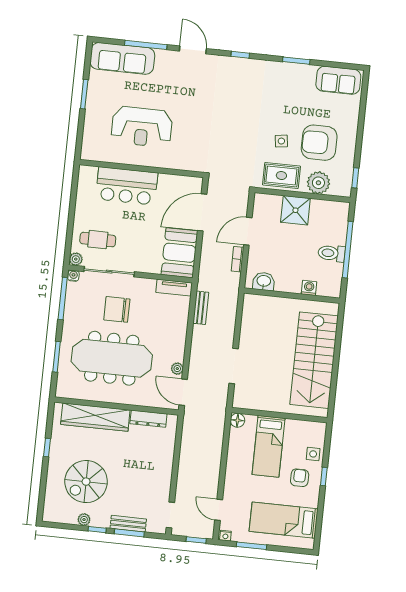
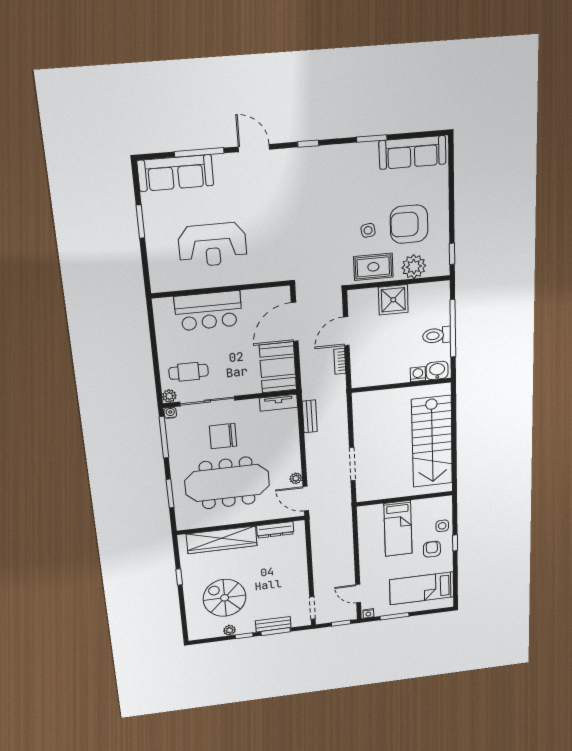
sofa: (338, 80) -> (412, 152), width x1.36
washbasin: (264, 281) -> (437, 370), moved
floor lamp: (237, 420) -> (364, 512), removed
spiral stairs: (86, 482) -> (225, 598), turned 90

